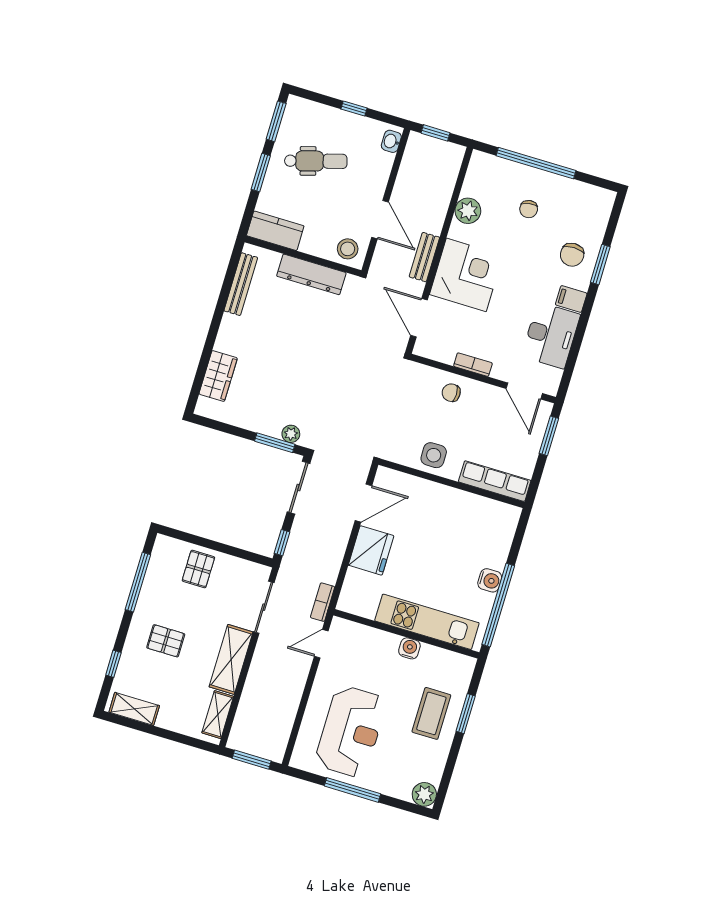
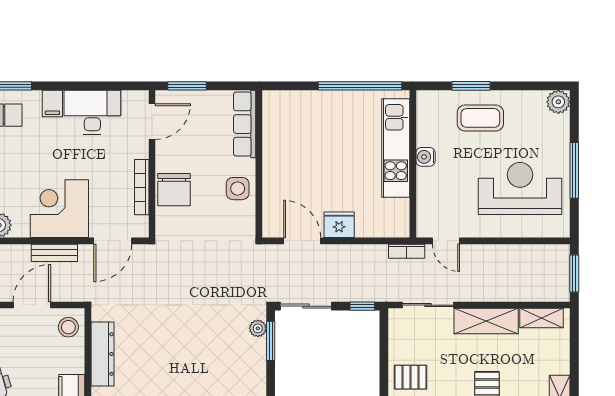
bookcase: (473, 365) -> (142, 187), width x1.56
chair: (451, 393) -> (174, 190), width x1.87, depth x1.87
fridge: (371, 550) -> (339, 225), width x0.73, depth x0.75
water cooler: (490, 580) -> (339, 101), removed

